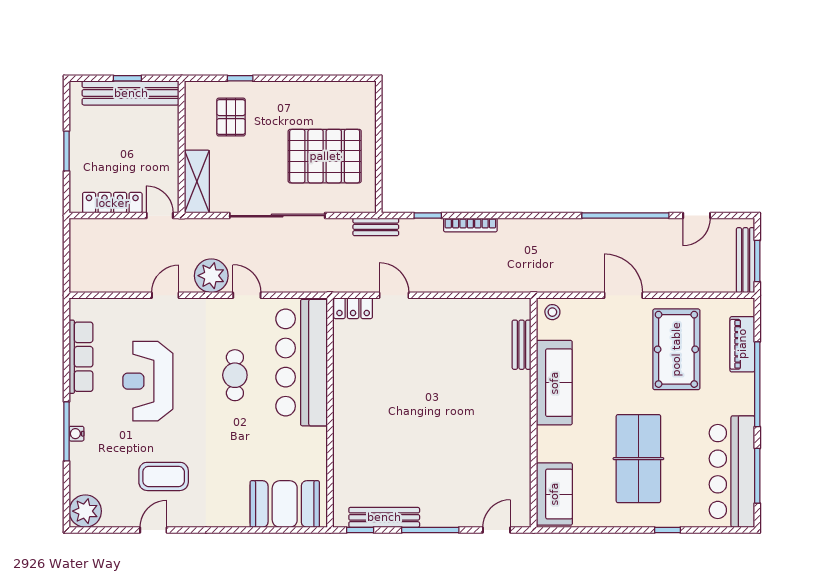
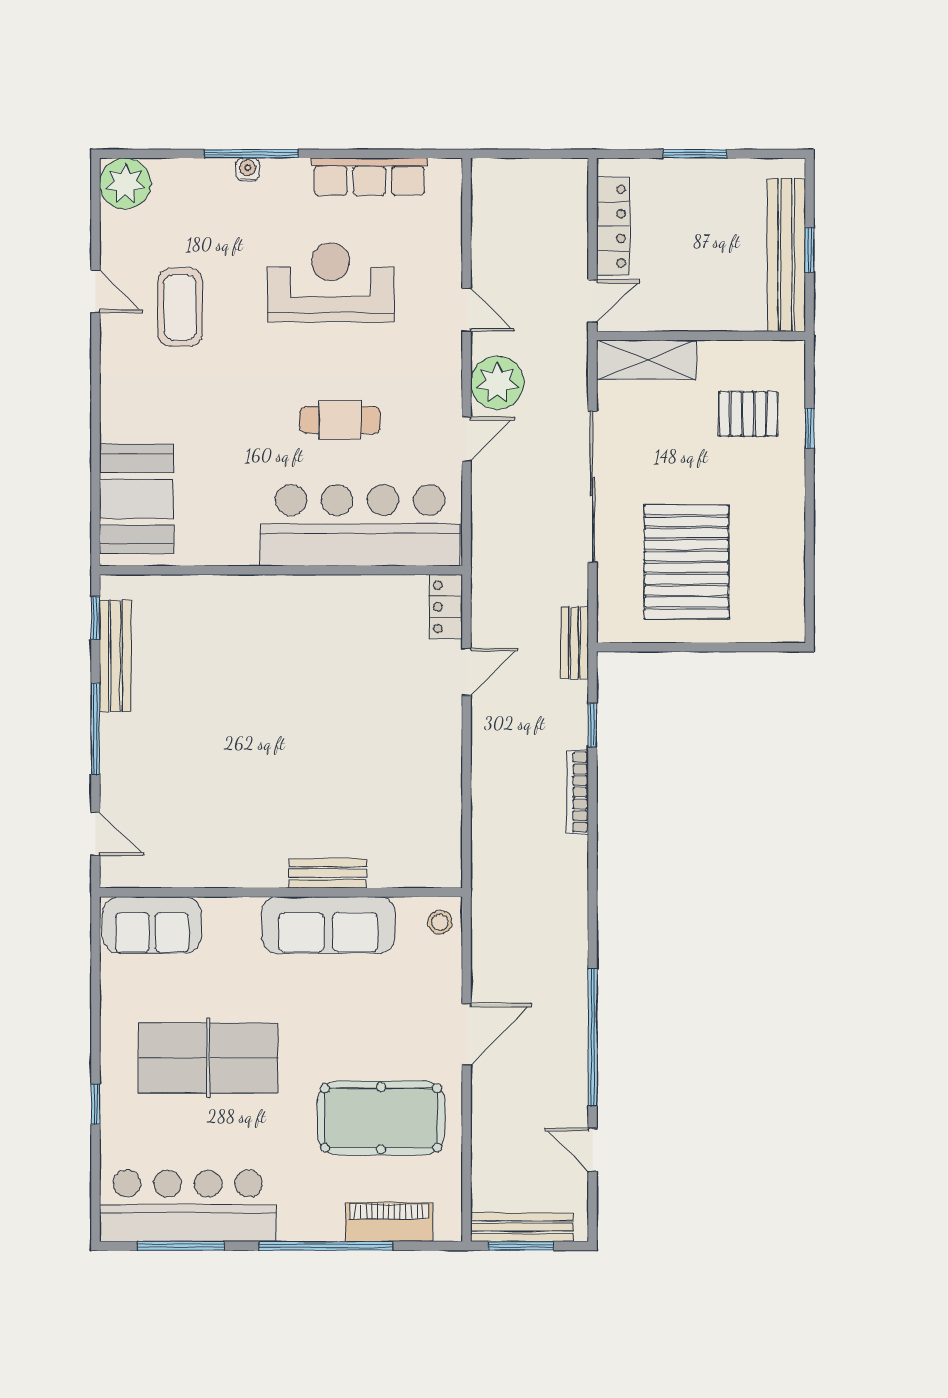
bench: (522, 345) -> (328, 873), moved

